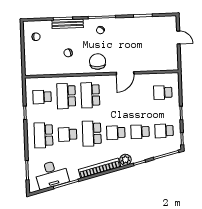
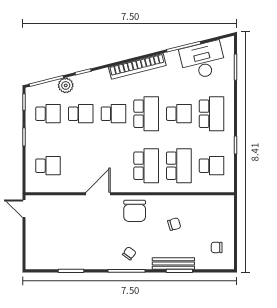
door: (178, 37) -> (24, 209), moved
plant: (125, 160) -> (66, 85), moved

